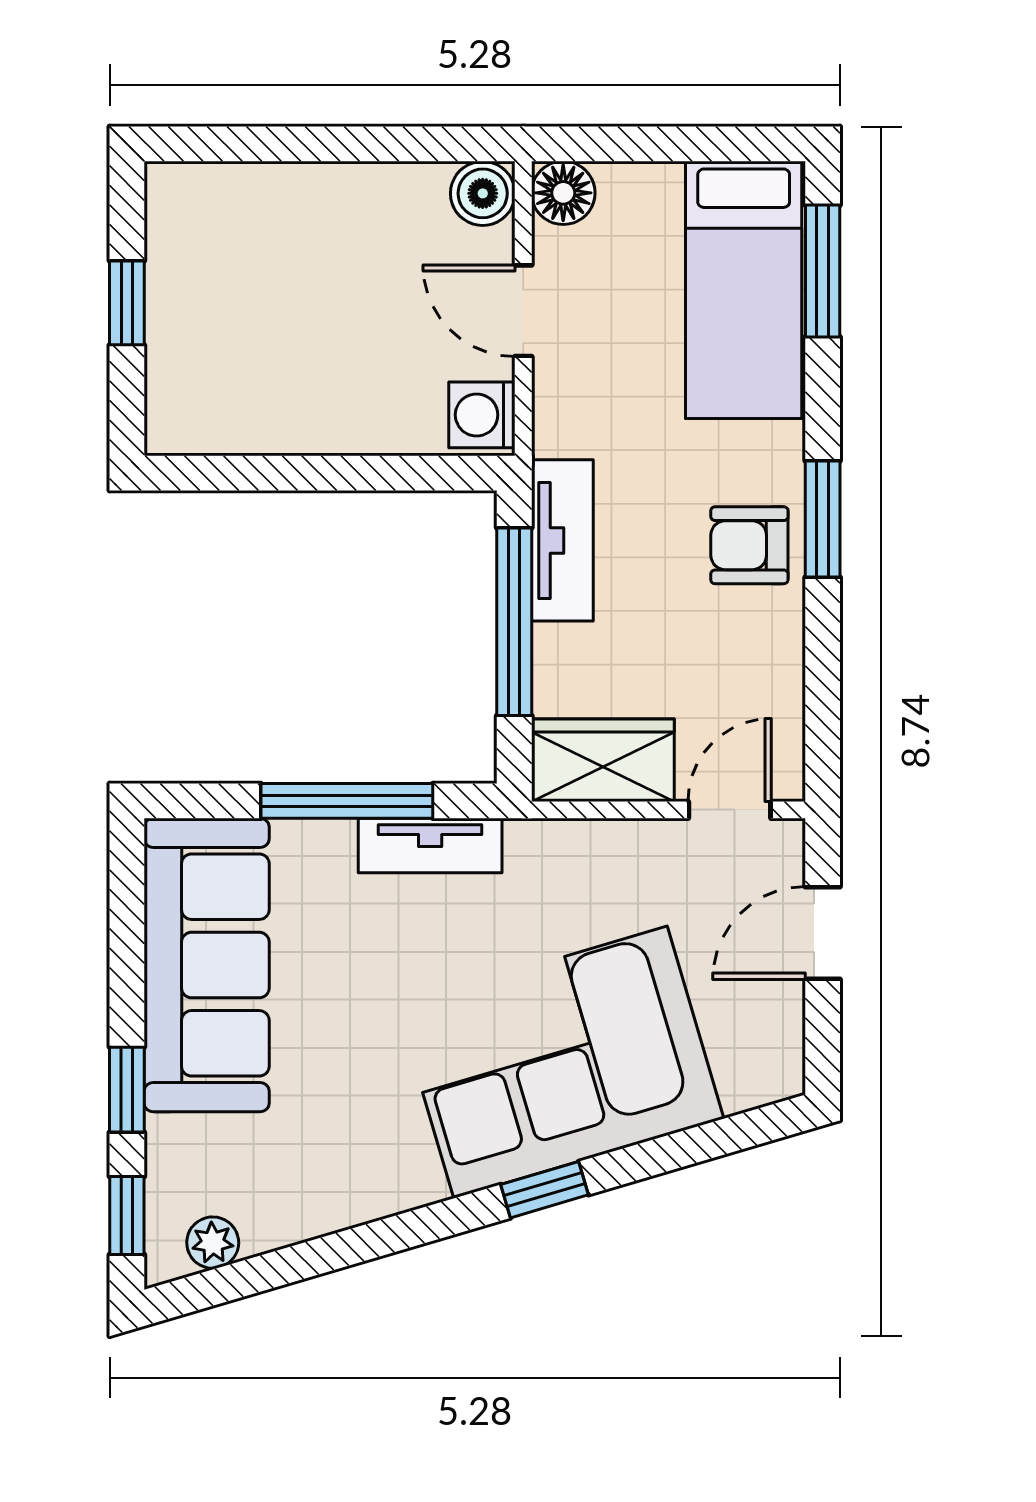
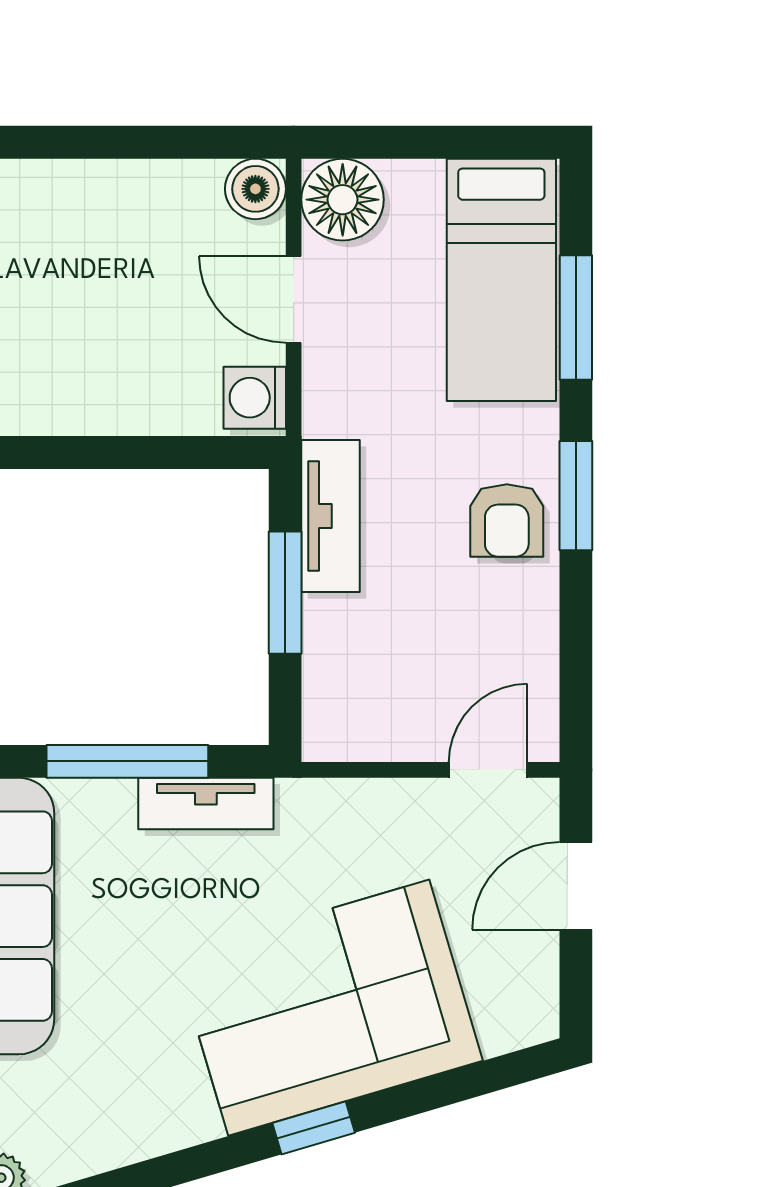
floor lamp: (563, 193) -> (343, 200), width x1.38, depth x1.38
window: (823, 271) -> (576, 317), moved
armchair: (749, 545) -> (507, 520), turned -90
window: (514, 622) -> (285, 593), width x0.69
wardrobe: (603, 760) -> (369, 723), removed

